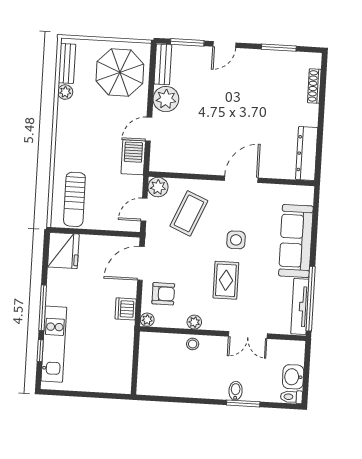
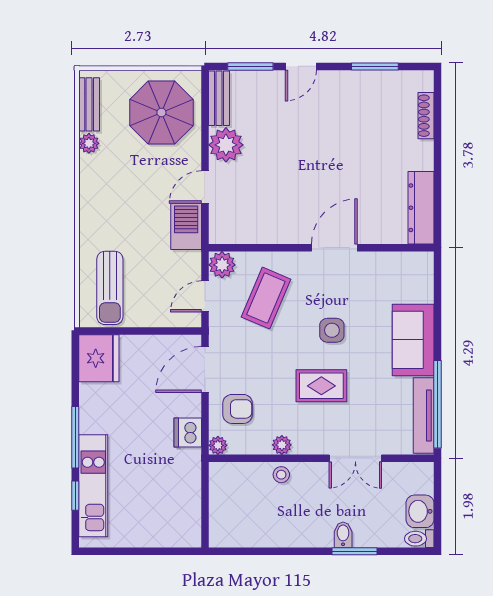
sofa: (296, 241) -> (413, 340), width x0.73
rug: (226, 280) -> (321, 386), turned 90

